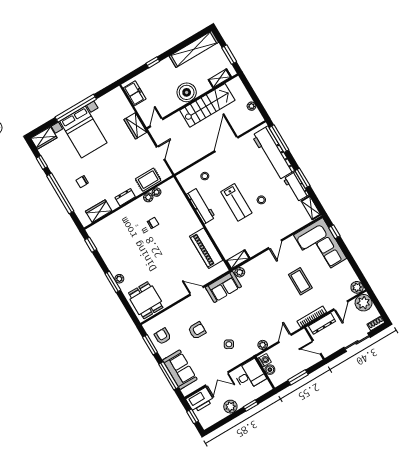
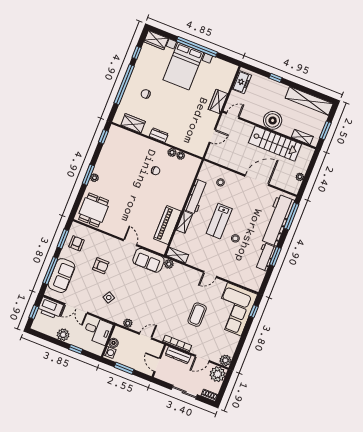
rug: (148, 180) -> (185, 142), removed
shelving: (311, 208) -> (184, 222), moved
washing machine: (264, 360) -> (110, 352), moved

